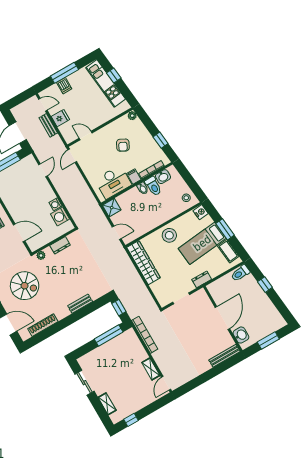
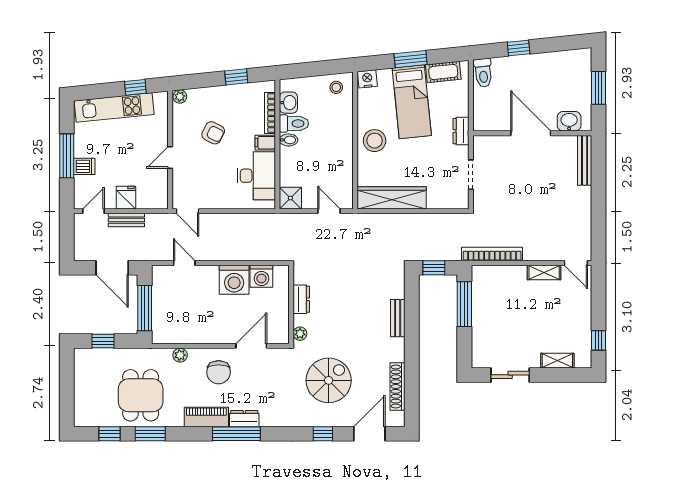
window: (114, 75) -> (135, 87), moved
door: (86, 136) -> (170, 157), moved
washing machine: (56, 204) -> (234, 280), width x1.89, depth x1.89
door: (117, 233) -> (329, 211), hinge flipped

